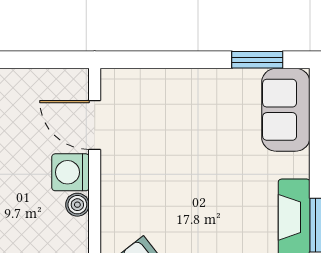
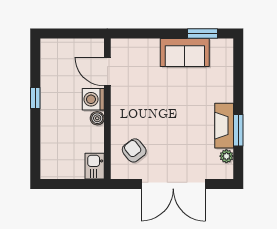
sofa: (286, 110) -> (185, 52), moved, turned -90

